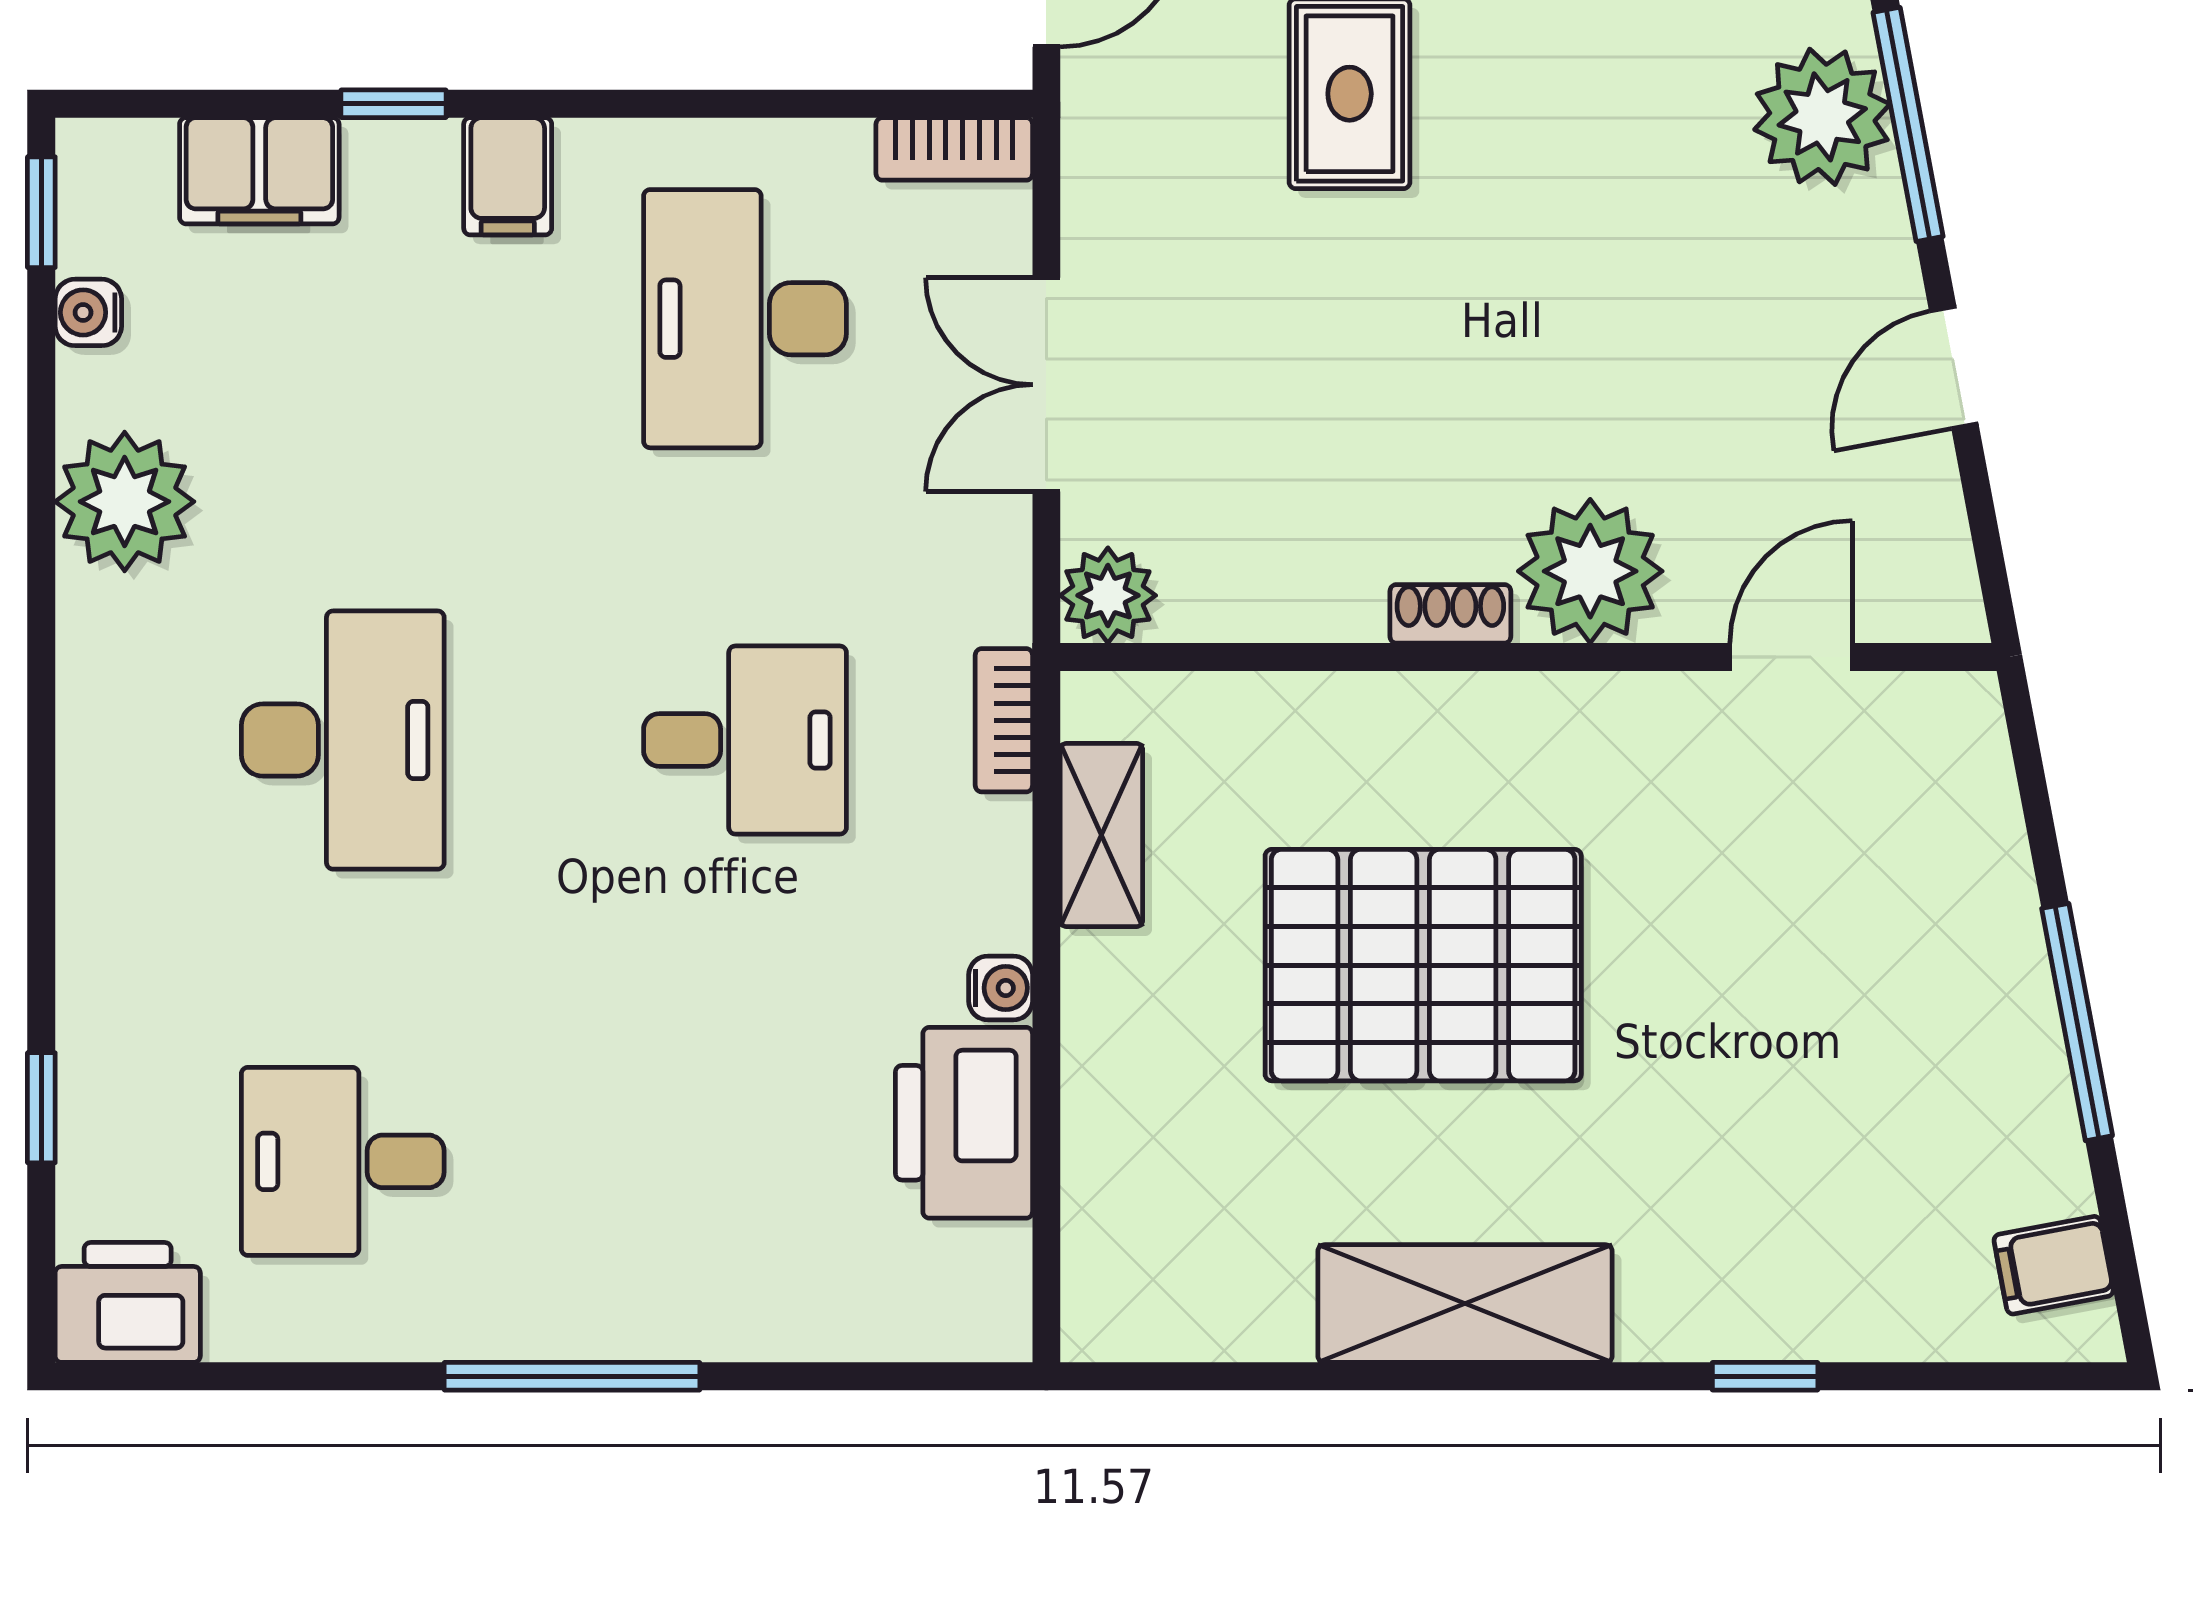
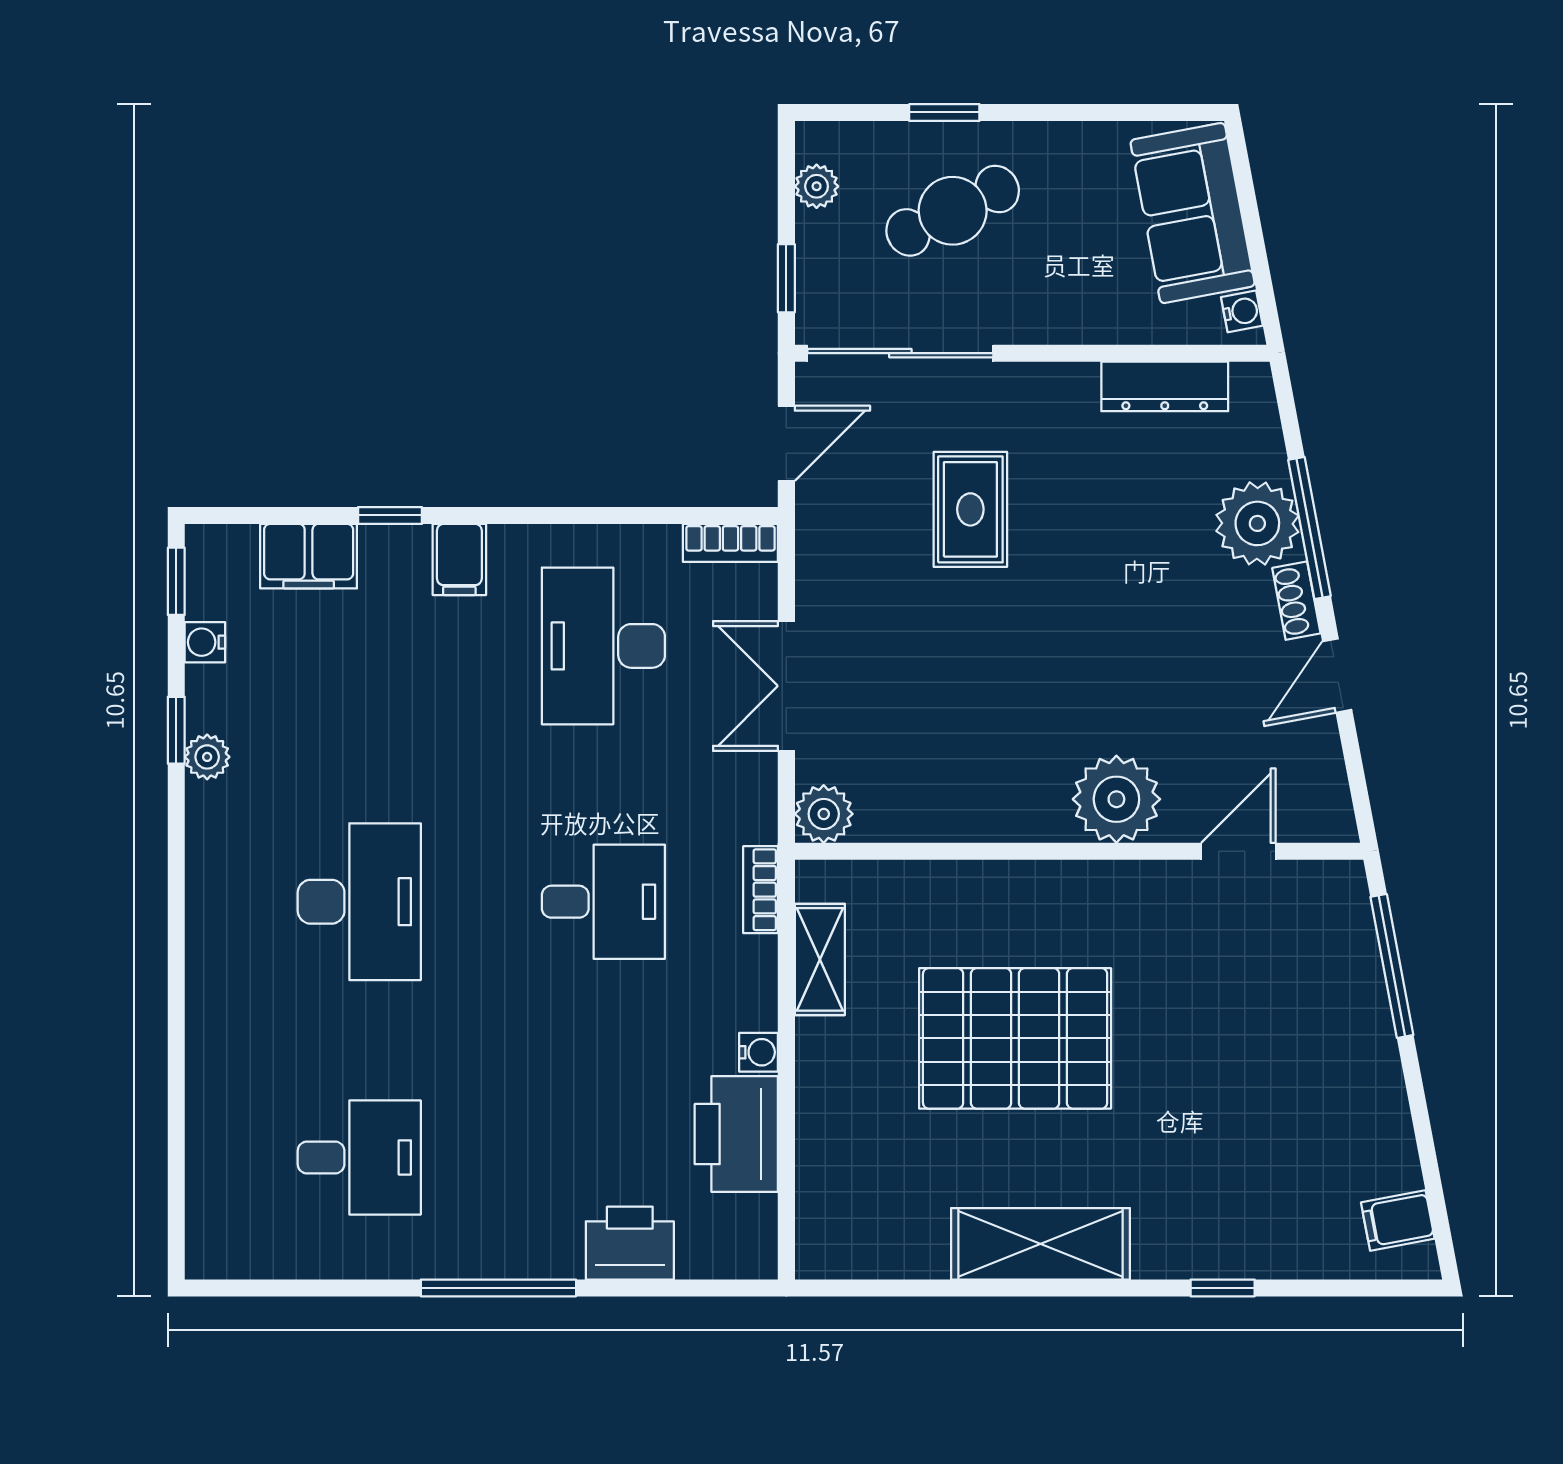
plant: (125, 502) -> (207, 757), width x0.53, depth x0.53
shoe rack: (1450, 614) -> (1296, 601), moved, turned -101
window: (2077, 1022) -> (1392, 966), moved
window: (41, 1108) -> (176, 730), moved
desk: (343, 1161) -> (359, 1157), turned 180
printer: (128, 1302) -> (630, 1243), moved

